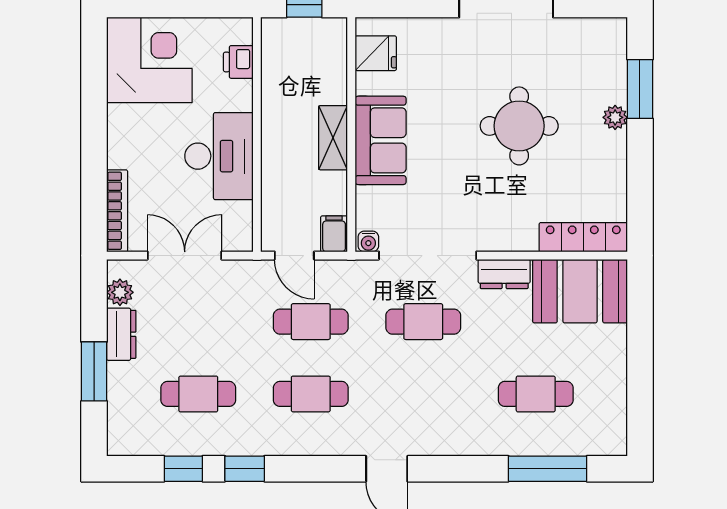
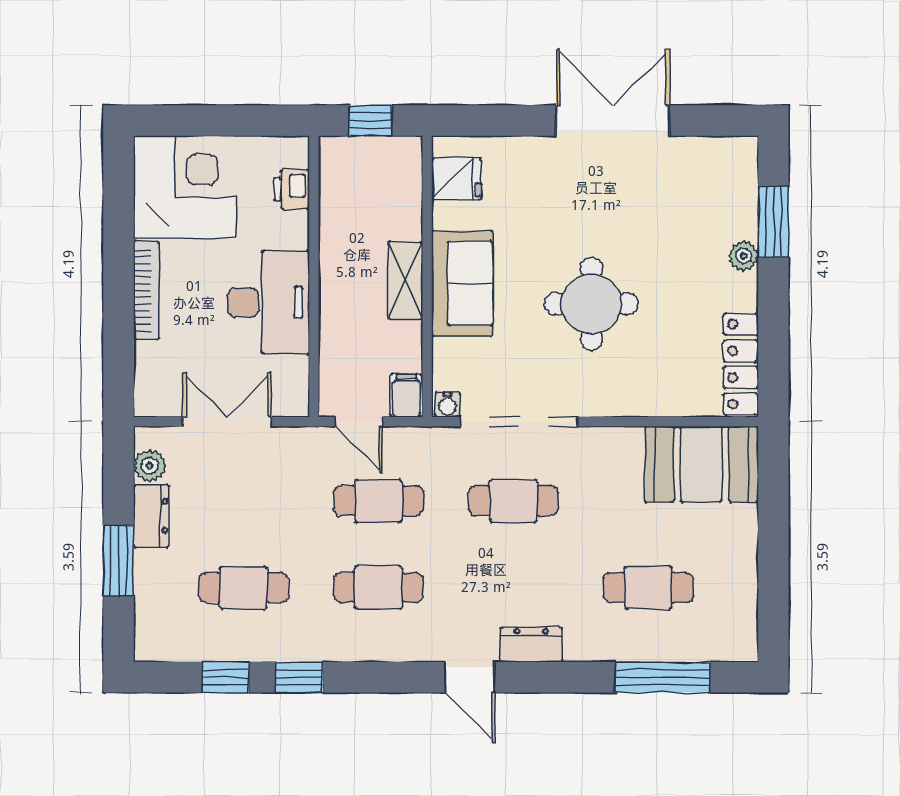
round table: (519, 126) -> (591, 304), moved
bookcase: (117, 211) -> (146, 290), moved
locker: (583, 237) -> (741, 364), moved, turned -90
dresser: (504, 274) -> (531, 645), moved, turned 180

